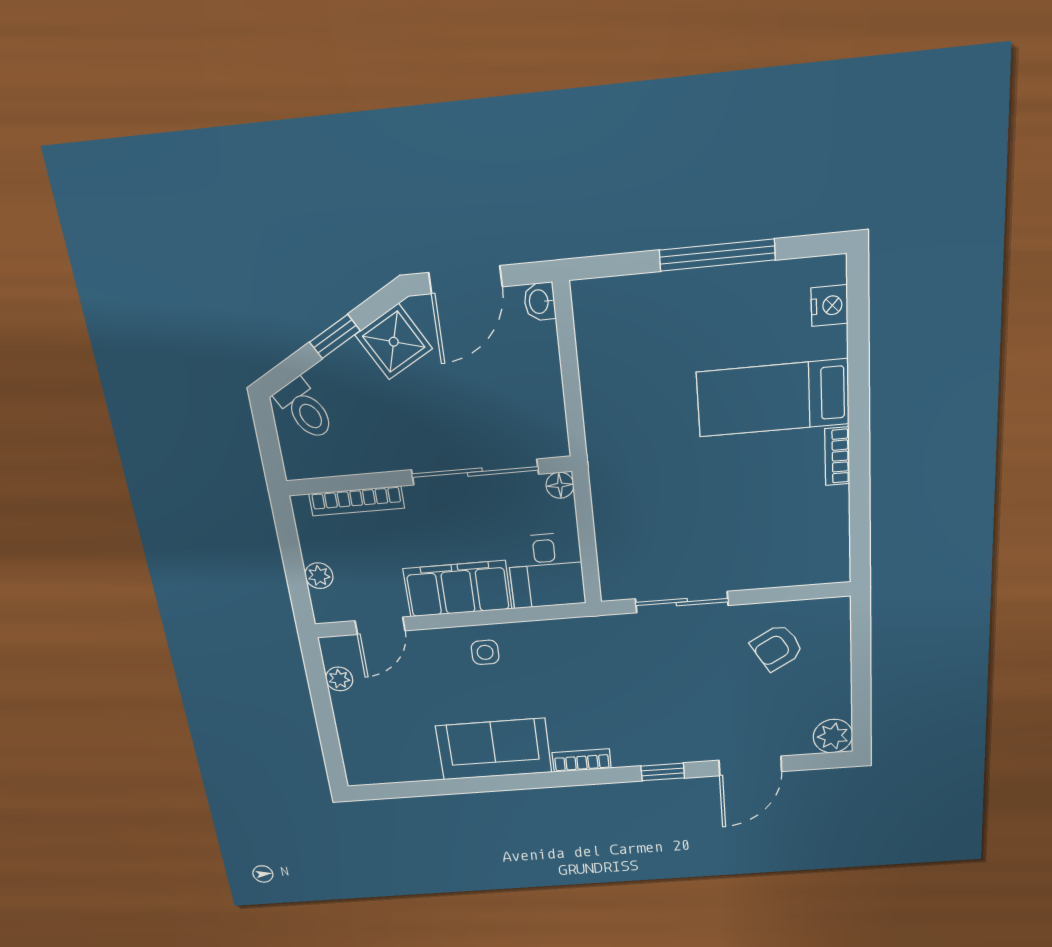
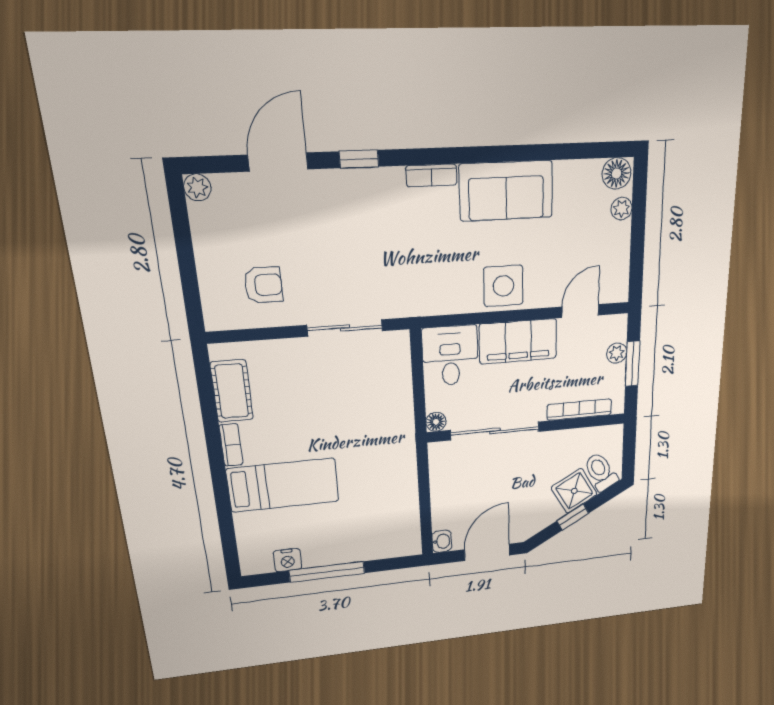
nightstand: (829, 306) -> (288, 560), moved, turned -90
shower: (394, 342) -> (574, 491), moved
cot: (828, 526) -> (232, 391), added
window: (293, 562) -> (632, 364), added
armchair: (777, 647) -> (263, 285), turned 30
side table: (485, 652) -> (503, 286), width x1.87, depth x1.87
plant: (339, 679) -> (622, 209), moved
plant: (833, 736) -> (197, 187), width x0.73, depth x0.73
floor lamp: (365, 770) -> (617, 173), added

